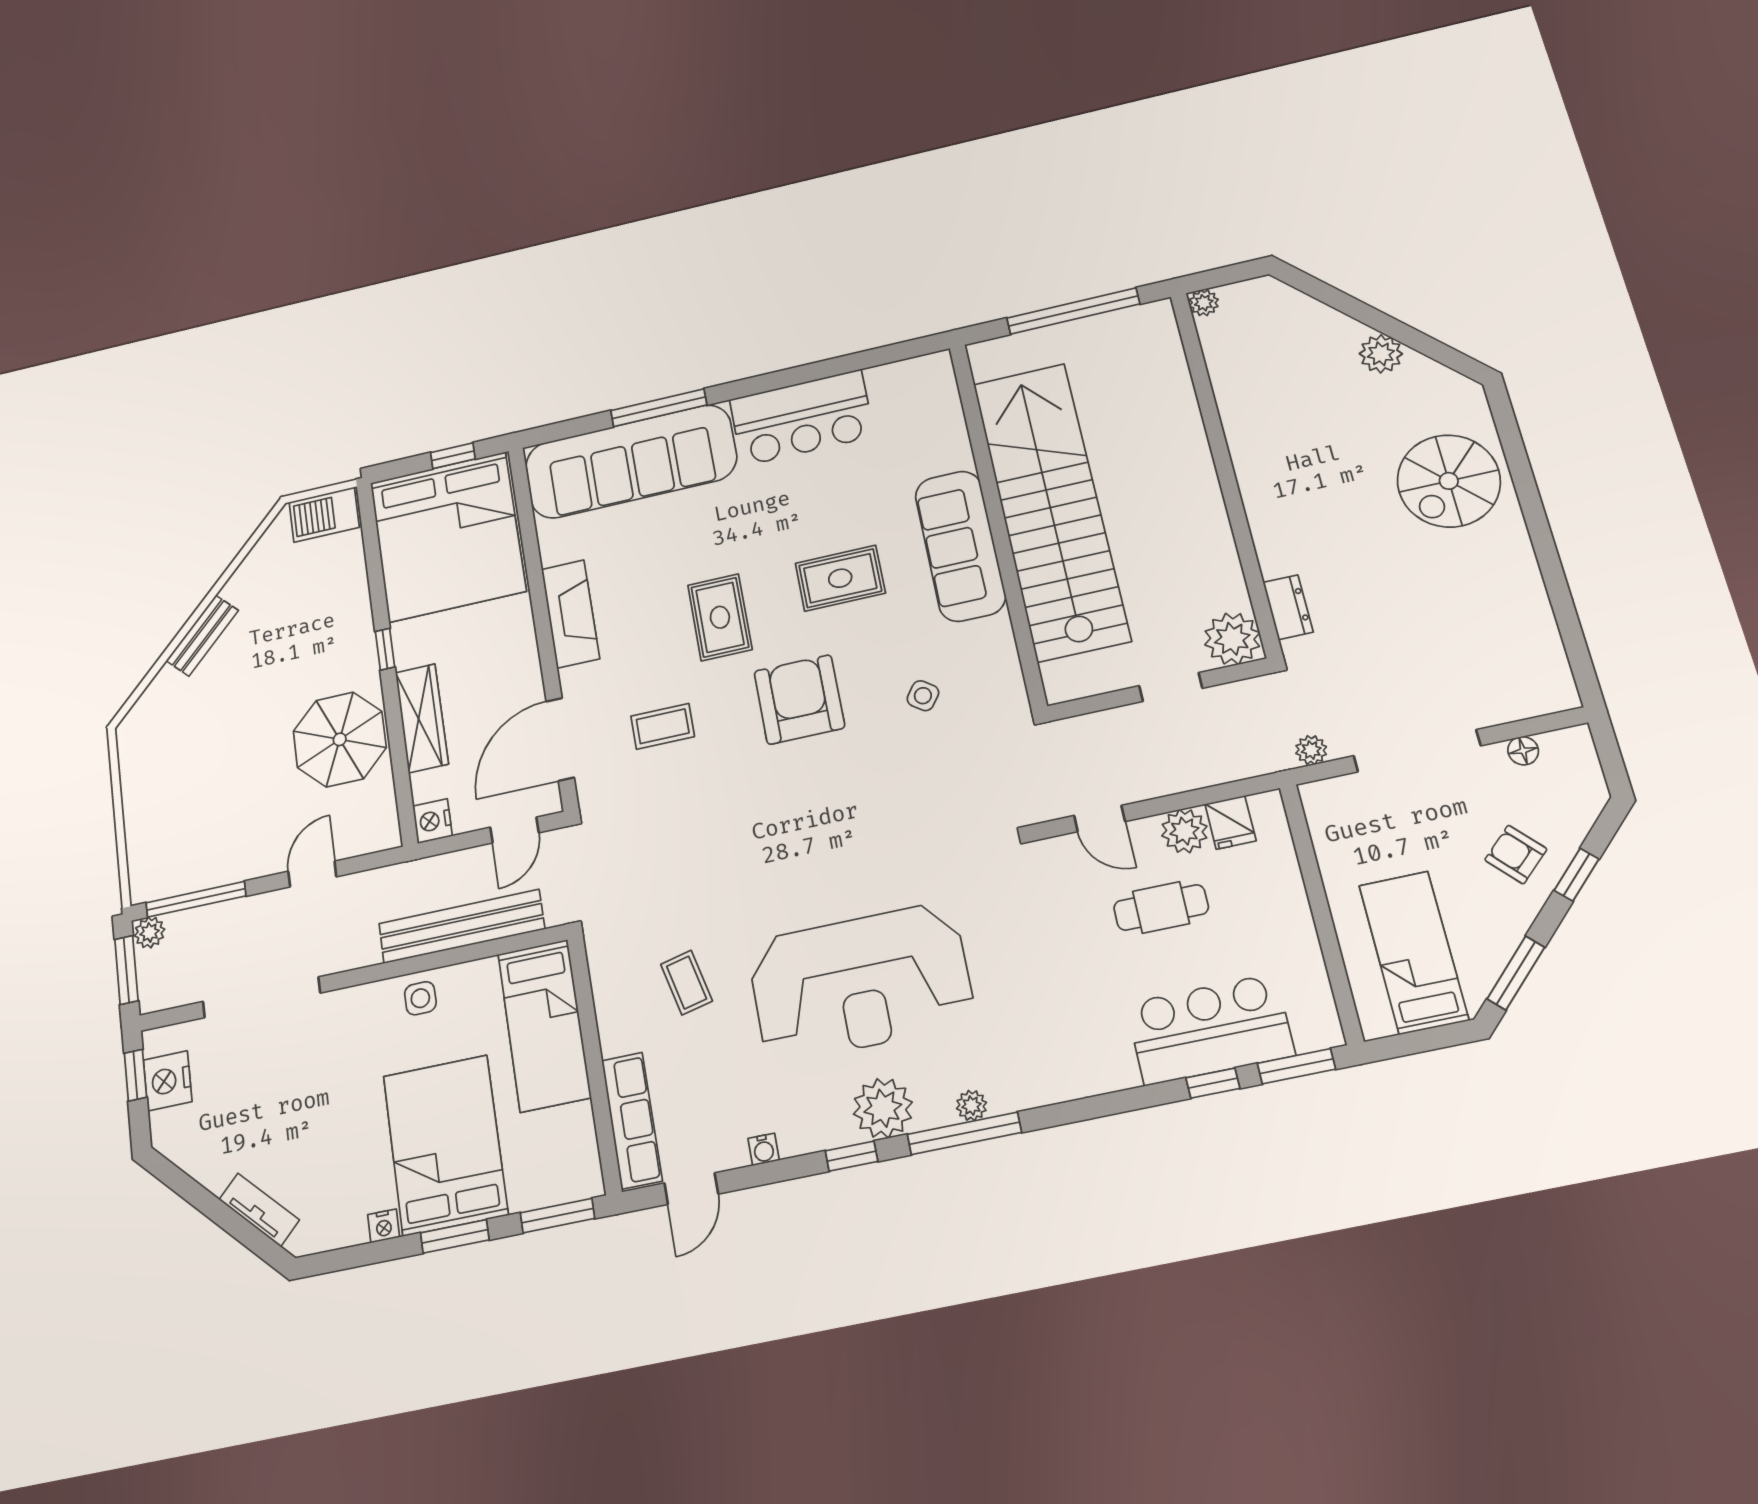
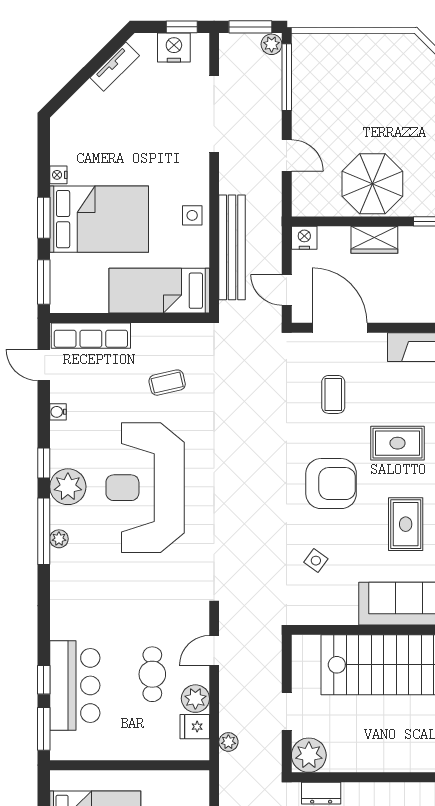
wardrobe: (422, 718) -> (374, 240), width x0.67
plant: (1311, 750) -> (228, 742), moved
tv unit: (259, 1210) -> (115, 67), moved

